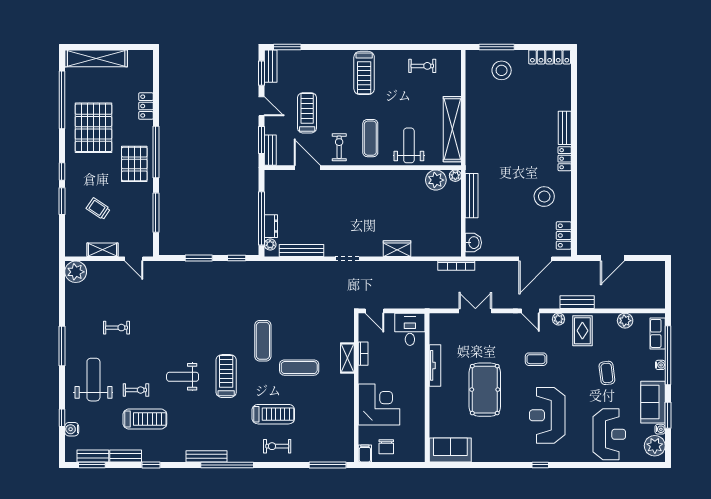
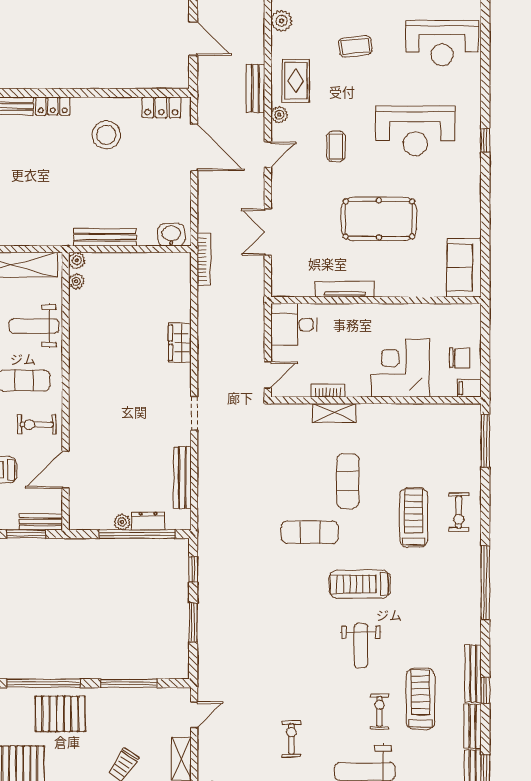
plant: (436, 180) -> (76, 281), width x0.53, depth x0.53
plant: (270, 245) -> (122, 522), moved
rug: (582, 331) -> (296, 81), turned 90
reception desk: (609, 434) -> (442, 43), turned 180
bench: (207, 456) -> (473, 674), moved

